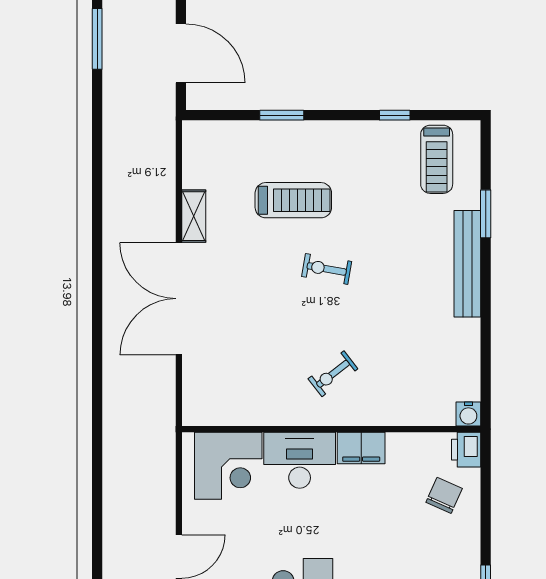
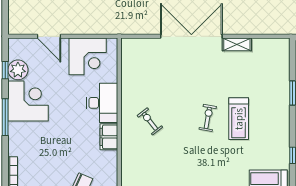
treadmill: (293, 200) -> (239, 119), moved
corner desk: (228, 466) -> (88, 56), moved, turned -90

